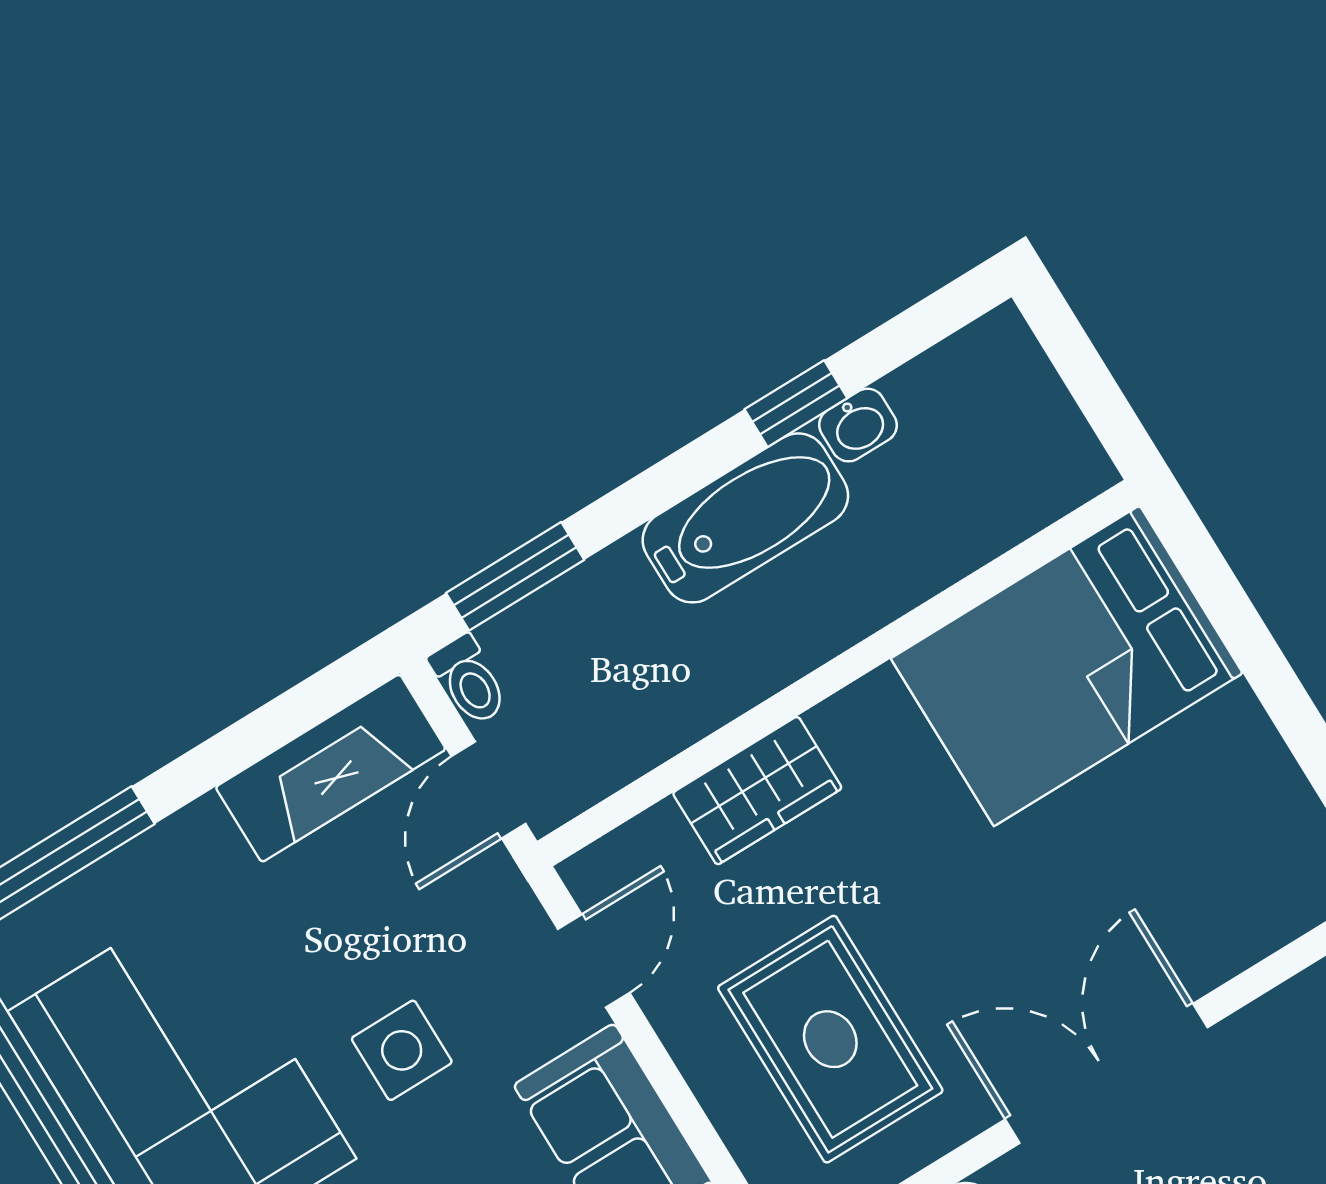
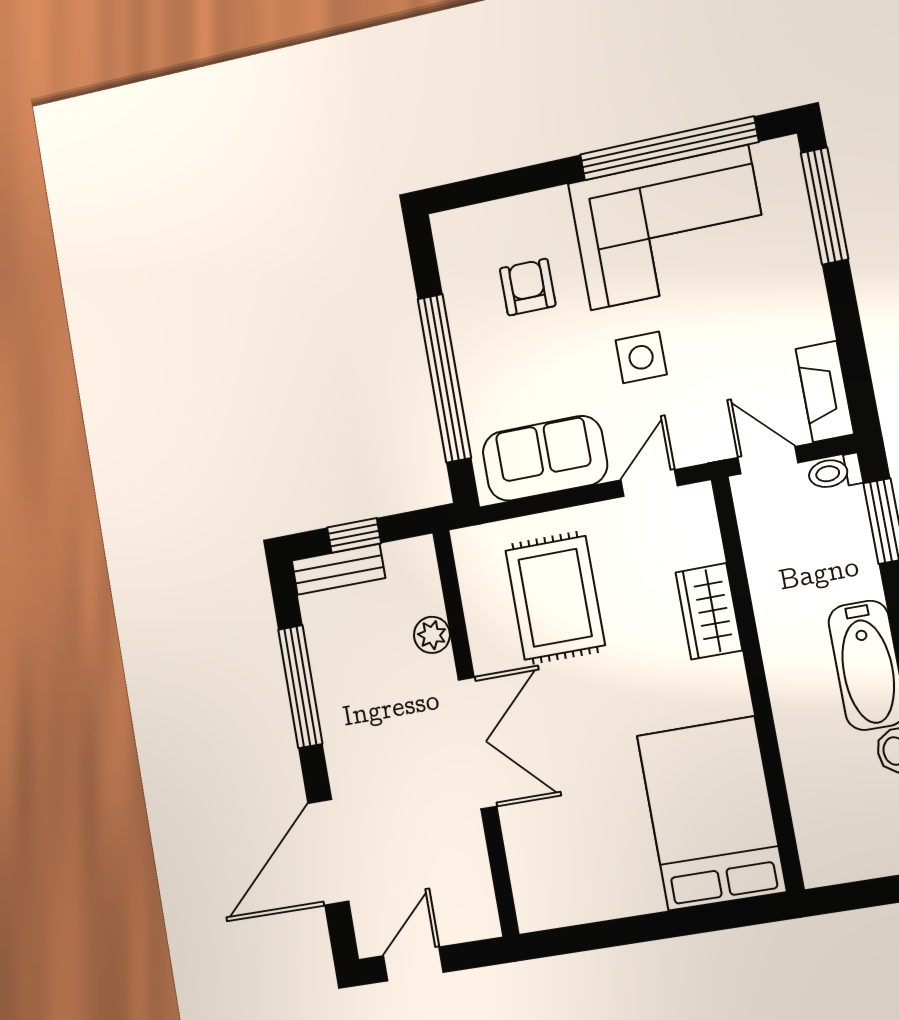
fireplace: (331, 768) -> (825, 391), width x0.73, depth x0.76
door: (594, 961) -> (649, 483), swing flipped
rug: (830, 1039) -> (555, 598), turned 90

